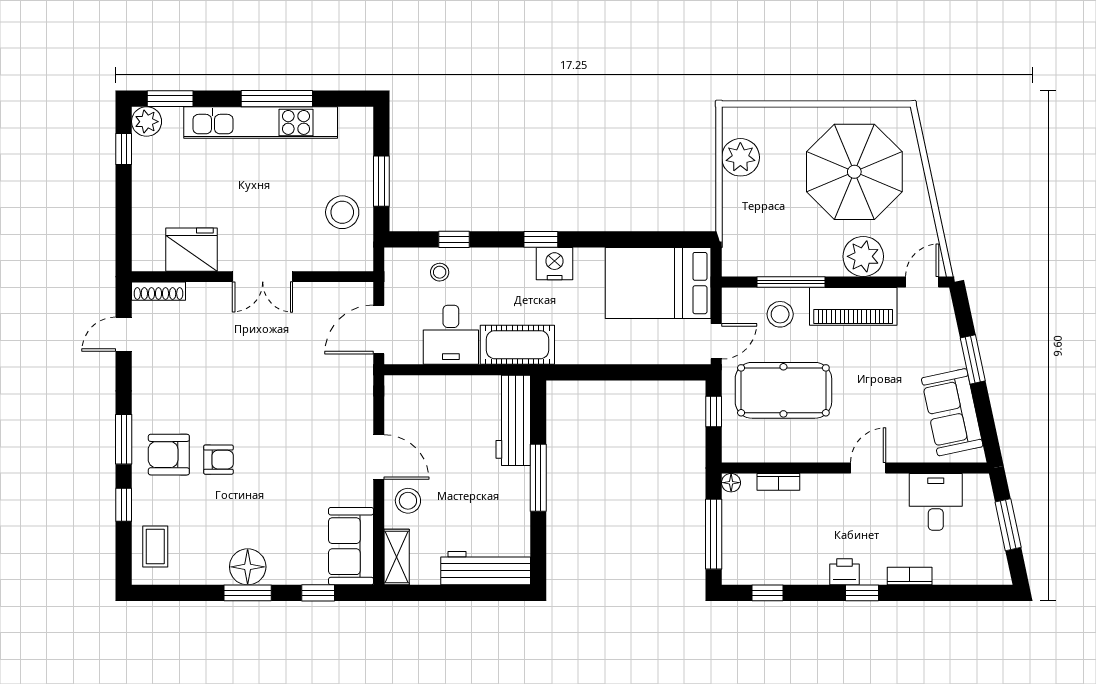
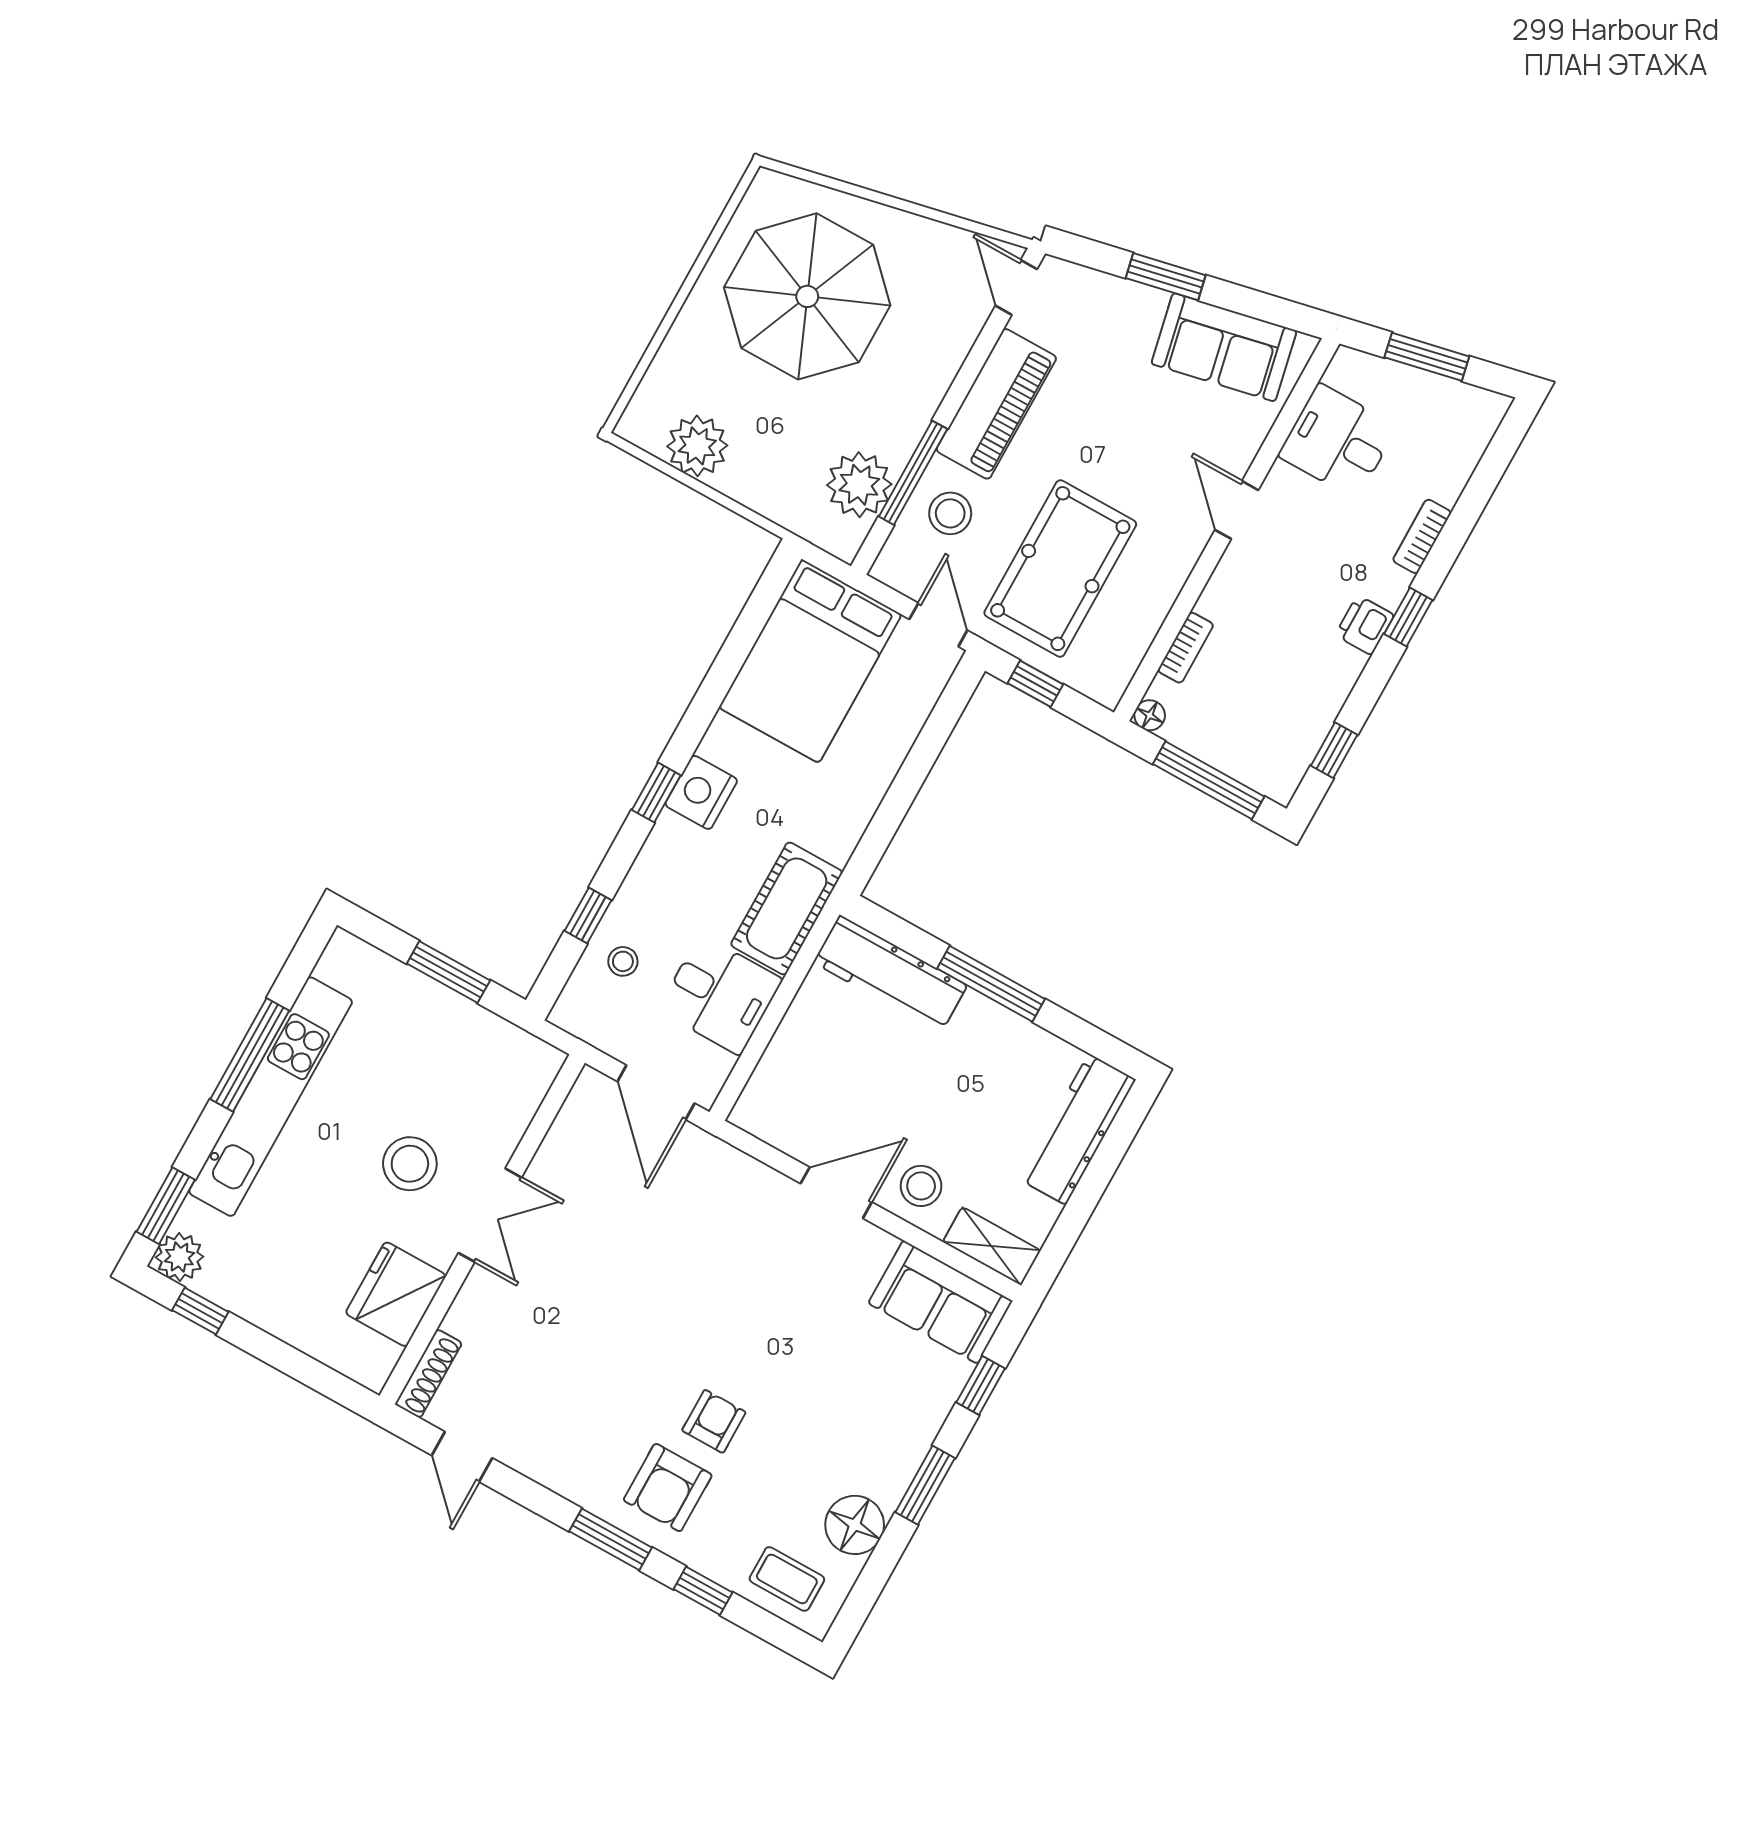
stool: (342, 212) -> (410, 1164), moved
plant: (863, 256) -> (859, 485), moved
floor lamp: (248, 567) -> (855, 1525), moved

